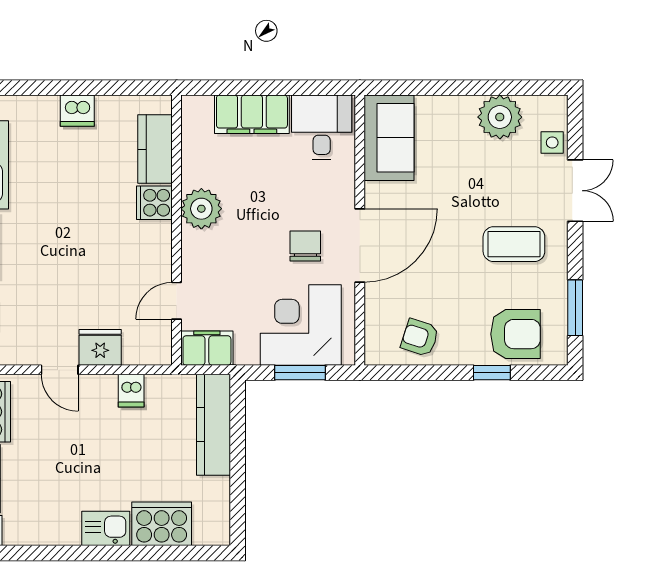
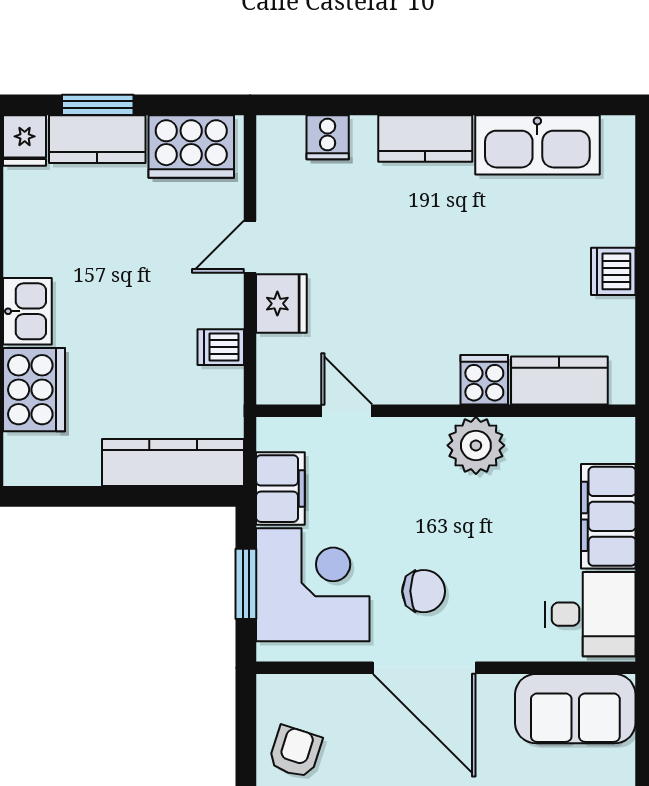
filing cabinet: (207, 348) -> (280, 489), moved

